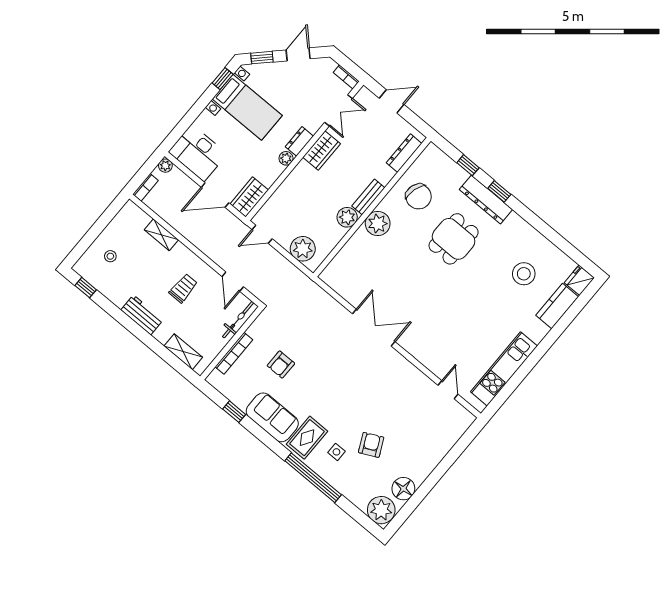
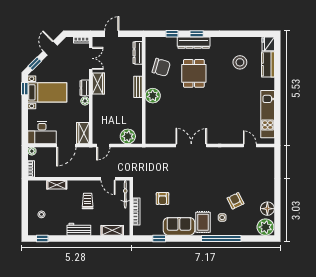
plant: (347, 217) -> (136, 105), removed

